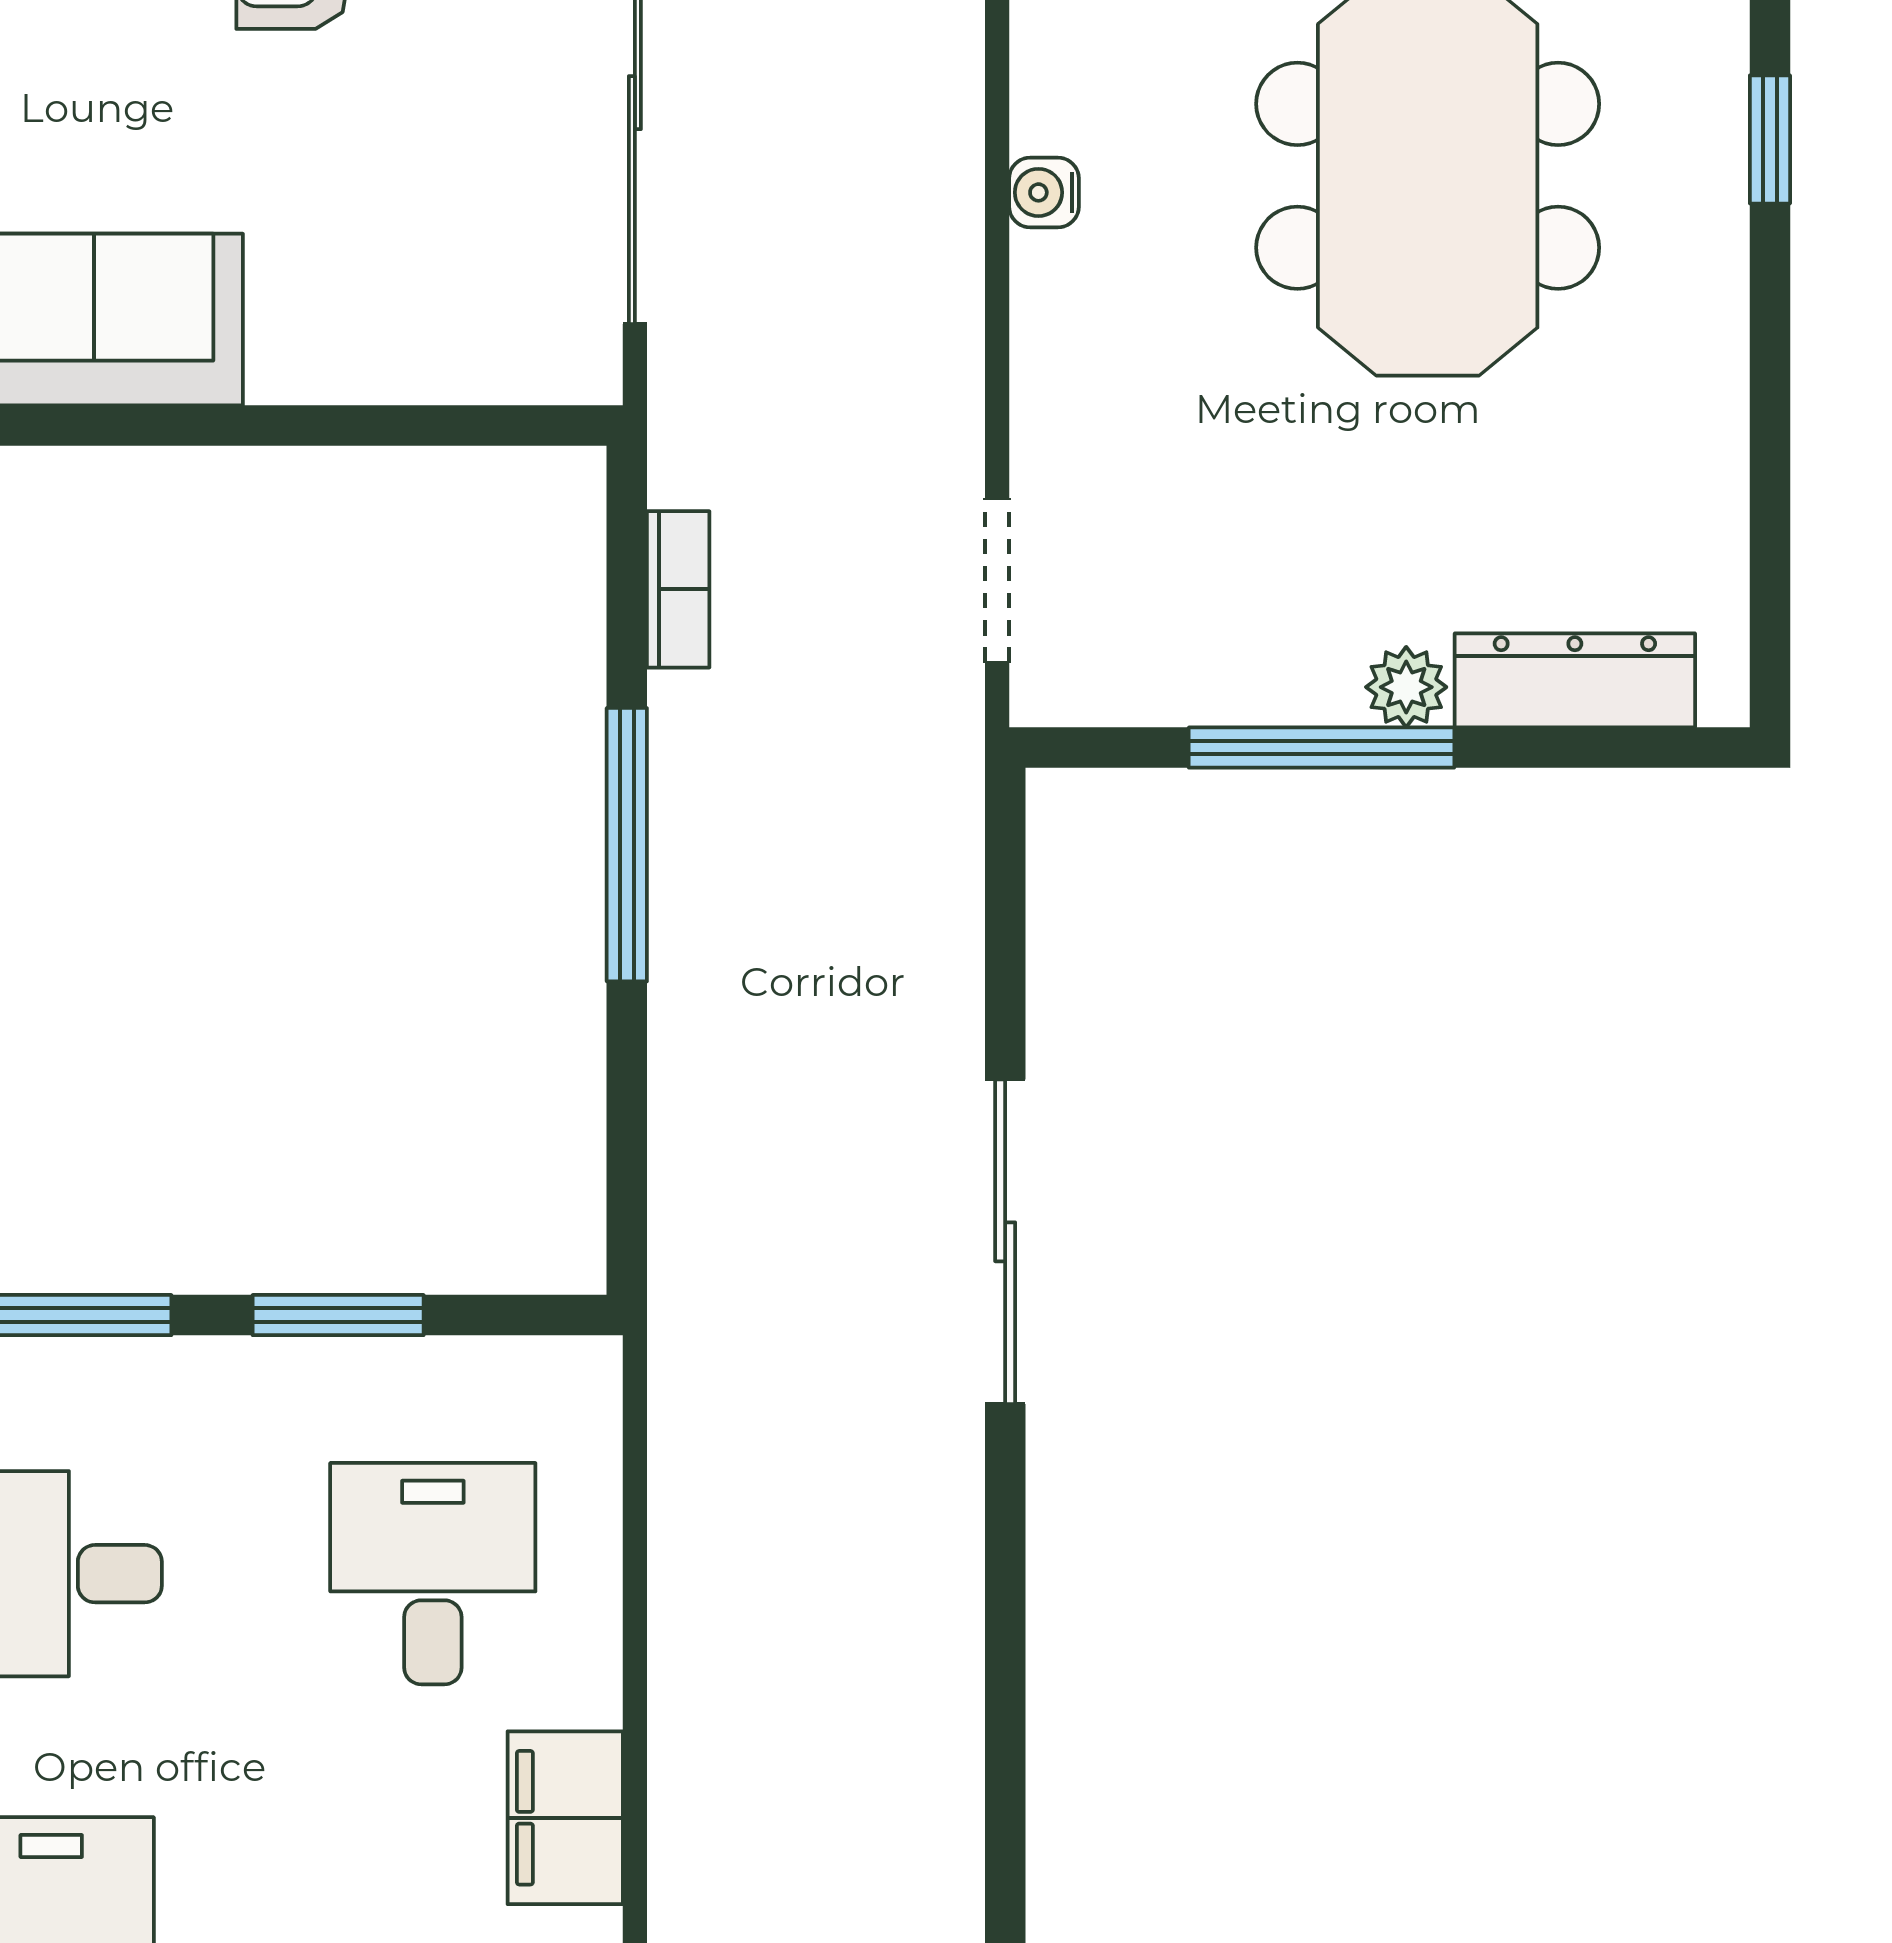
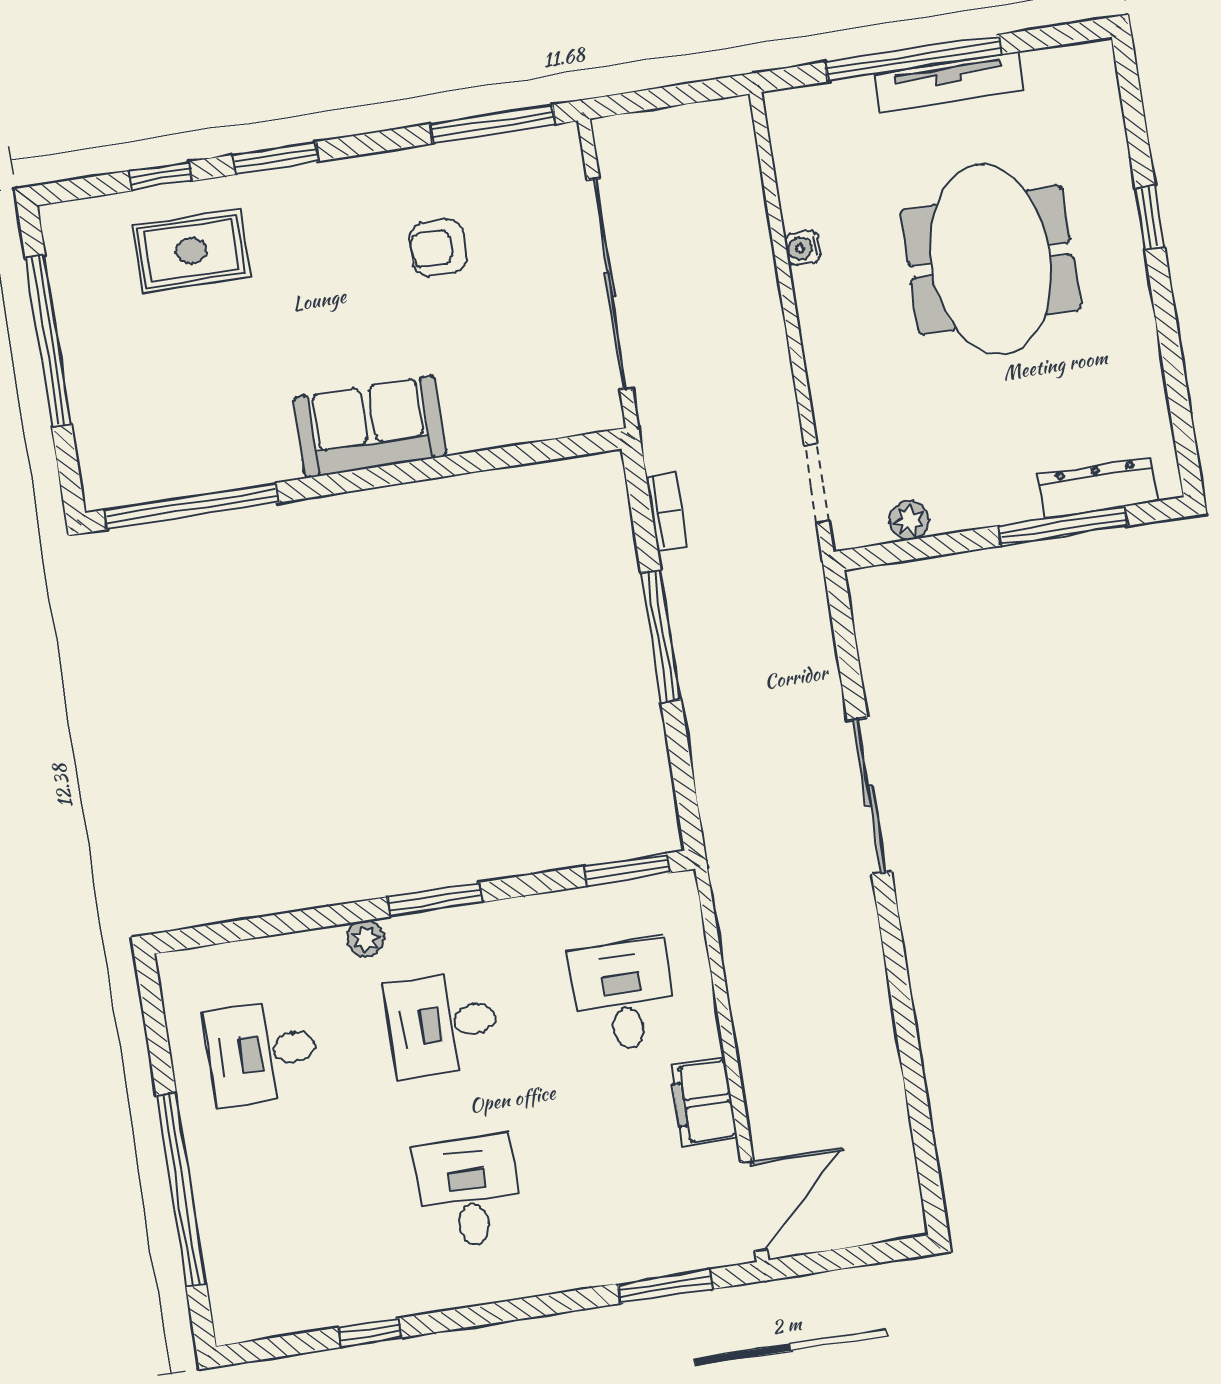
water cooler: (1044, 192) -> (803, 248), moved
plant: (1406, 687) -> (909, 521), moved
window: (1321, 748) -> (1063, 526), moved
window: (338, 1315) -> (627, 869), moved

